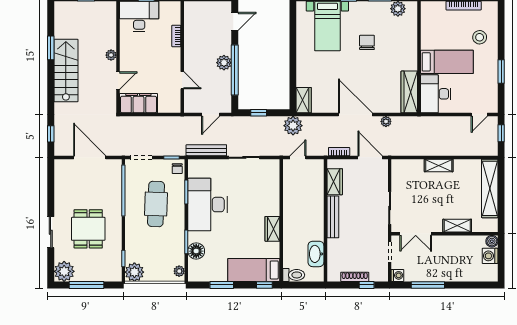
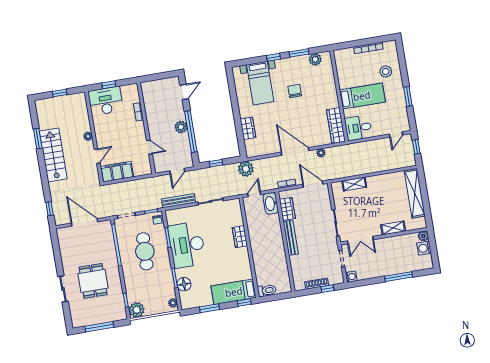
desk: (436, 94) -> (358, 128), width x0.73
wardrobe: (304, 100) -> (248, 128), moved
shelving: (439, 165) -> (354, 184), moved
wardrobe: (272, 229) -> (240, 237), moved
washbasin: (316, 254) -> (271, 203), moved
plant: (64, 271) -> (79, 319), removed
window: (428, 285) -> (399, 277), moved

